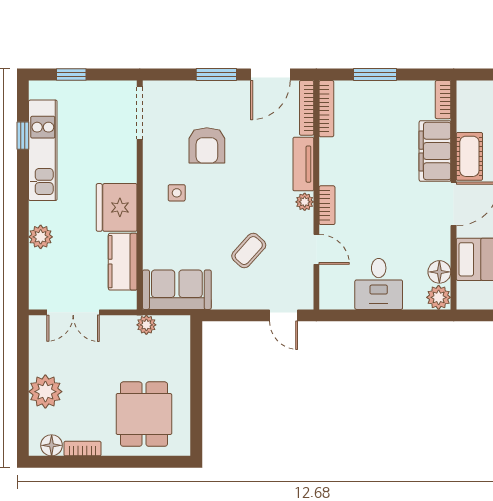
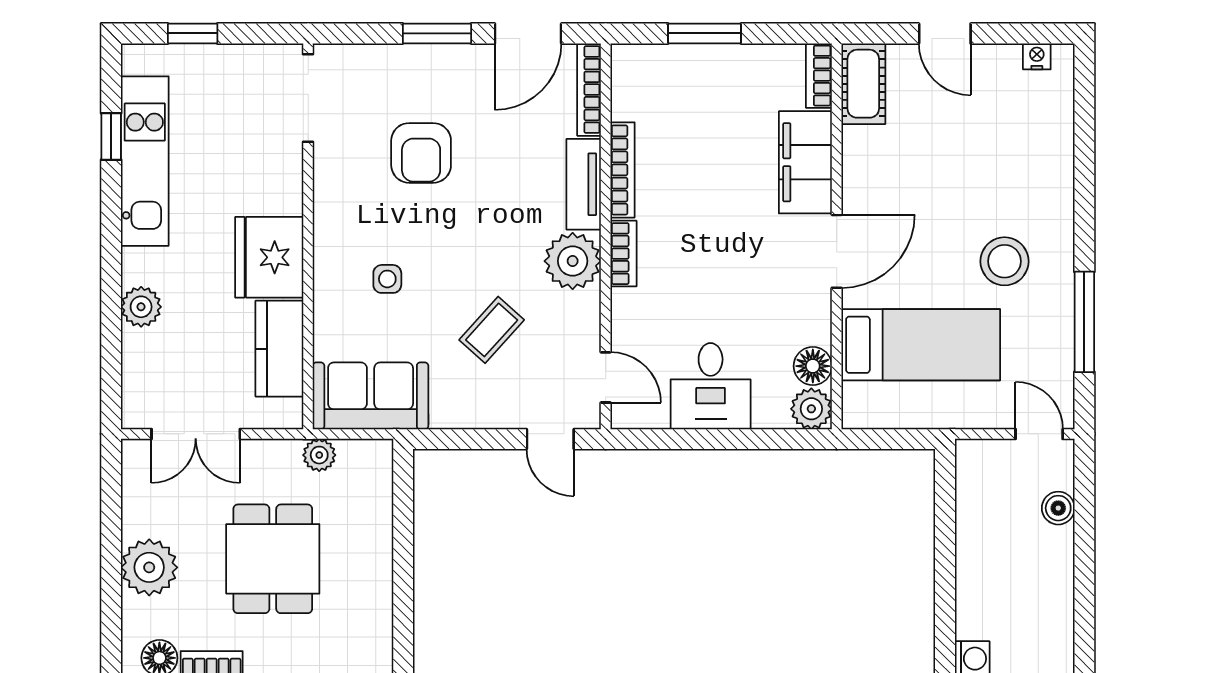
bookcase: (326, 109) -> (622, 170), moved
cot: (469, 156) -> (863, 84), moved
side table: (177, 193) -> (387, 279), moved
plant: (305, 202) -> (573, 261), width x1.87, depth x1.87
door: (316, 249) -> (606, 377), moved
dining table: (144, 414) -> (273, 559), moved

